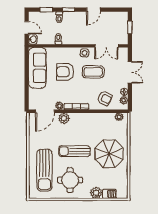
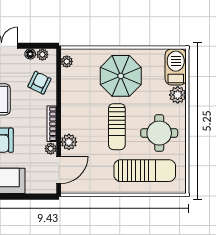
door: (45, 111) -> (59, 170), hinge flipped
barbecue: (109, 194) -> (176, 67), width x1.88, depth x1.53

